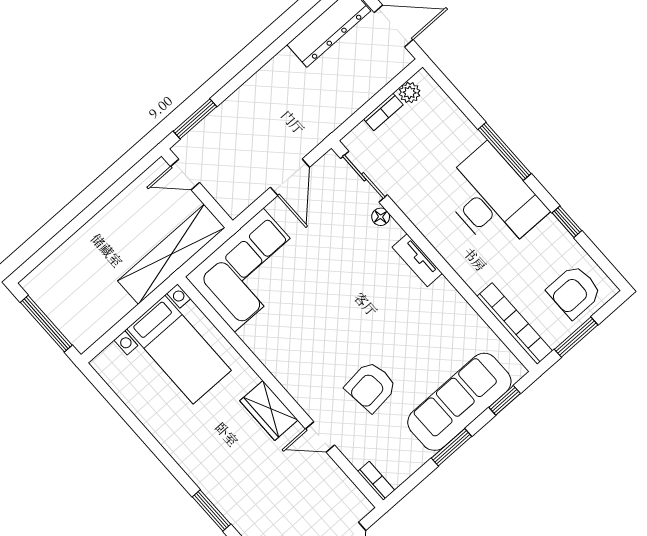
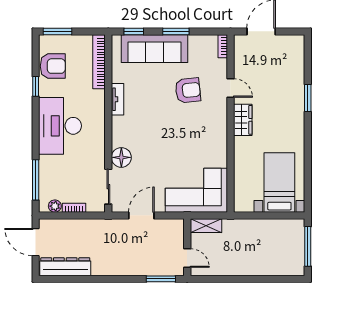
window: (505, 151) -> (36, 180), moved
floor lamp: (381, 217) -> (121, 157), width x1.89, depth x1.89
shelving: (171, 254) -> (206, 226), width x0.45, depth x0.75
tv unit: (417, 260) -> (117, 99), moved
armchair: (574, 292) -> (53, 66), moved
window: (576, 337) -> (58, 31), moved
bed with nightstands: (179, 350) -> (279, 182), moved

